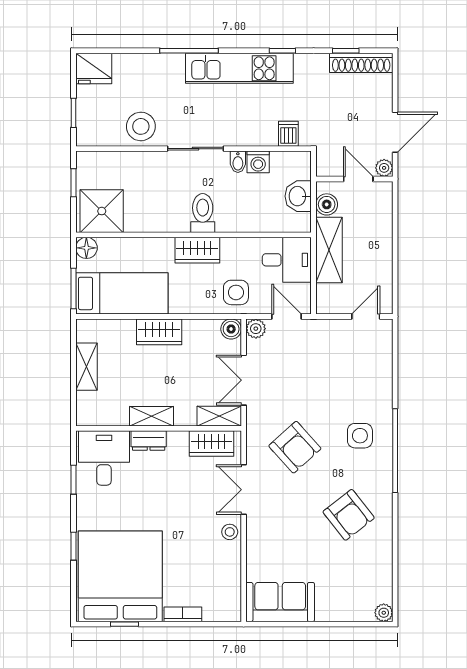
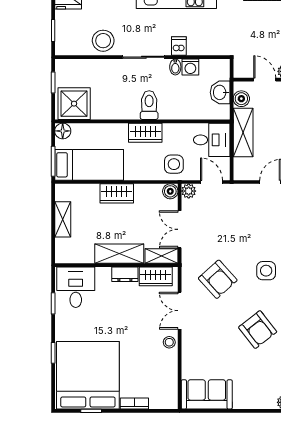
dishwasher: (288, 134) -> (179, 46), moved
shelving: (152, 416) -> (119, 254), width x1.50, depth x1.33
dresser: (149, 441) -> (125, 274), moved

